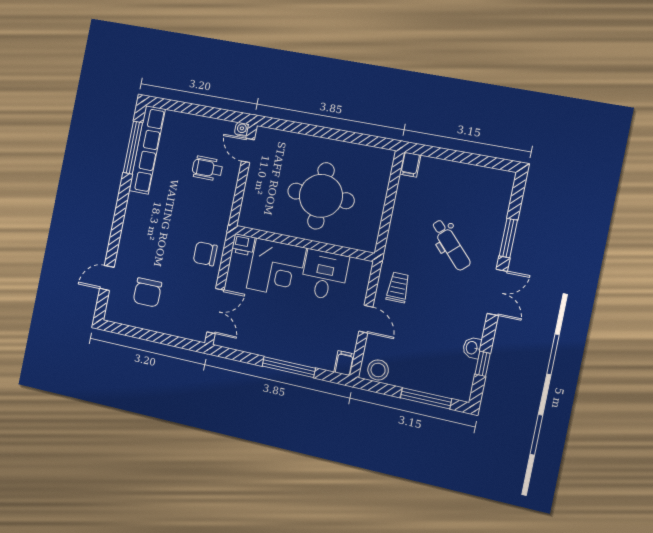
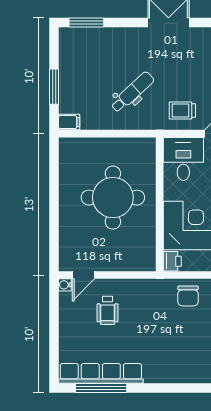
window: (452, 155) -> (54, 87), added
window: (508, 238) -> (86, 23), moved
dental chair: (451, 245) -> (132, 92), moved
desk: (324, 275) -> (183, 159), moved, turned 90

